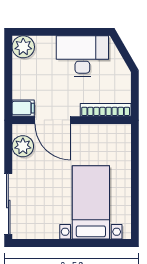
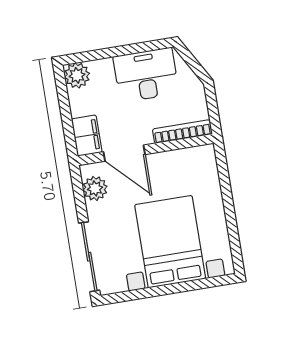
filing cabinet: (23, 108) -> (87, 136), width x2.00
bed with nightstands: (91, 202) -> (170, 242), width x1.36

